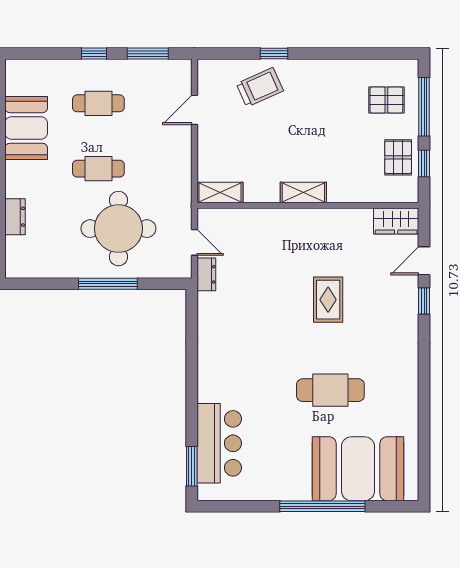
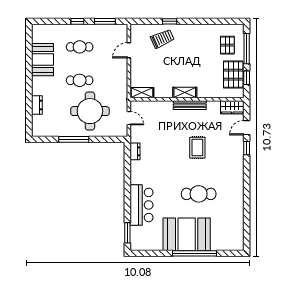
pallet: (386, 100) -> (227, 45), turned 90
pallet: (398, 157) -> (233, 75), width x1.50, depth x1.42
bench: (313, 217) -> (190, 105), added
dresser: (206, 274) -> (135, 151), moved
window: (108, 284) -> (74, 139), moved
bar counter: (219, 443) -> (142, 205), moved
booth: (358, 469) -> (187, 234), moved

